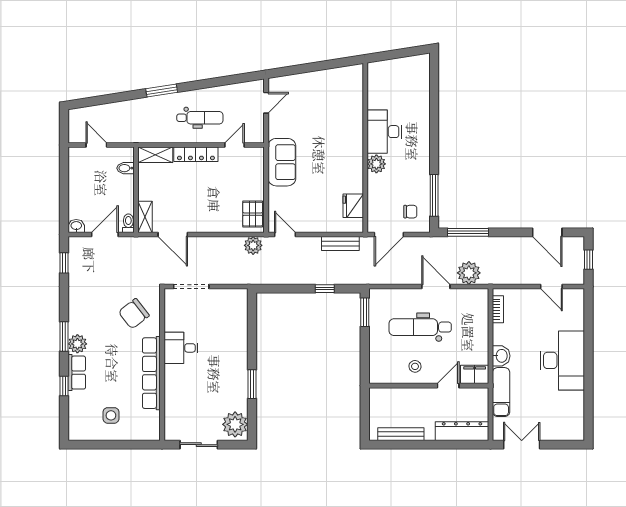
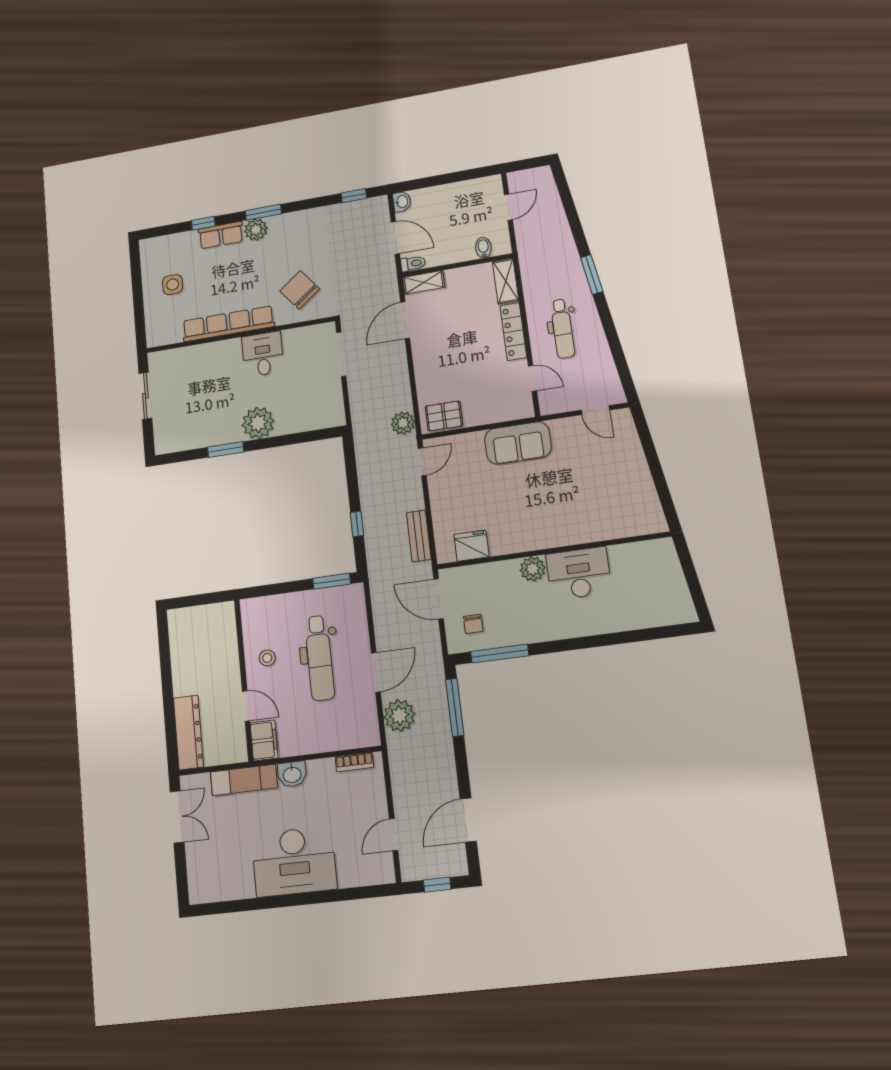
dental chair: (420, 327) -> (320, 658), turned 180
plant: (235, 424) -> (258, 423), moved
bench: (401, 434) -> (178, 651), removed

